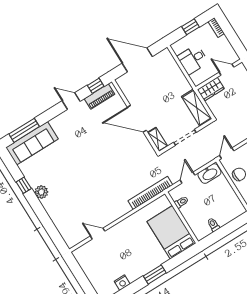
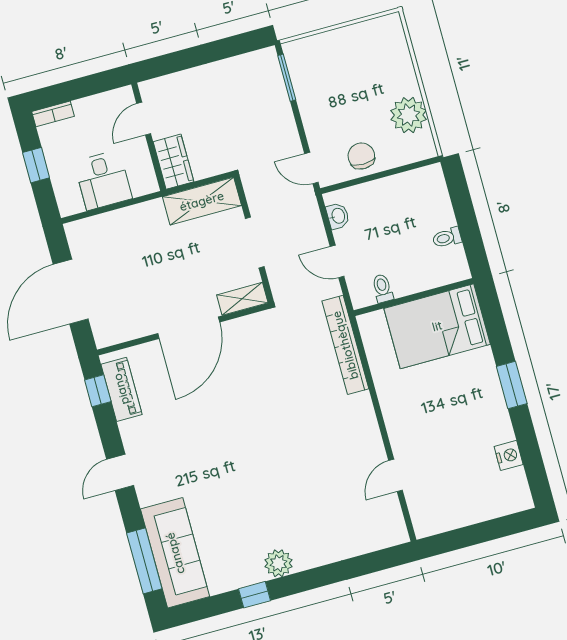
door: (71, 101) -> (120, 472), moved
washbasin: (209, 174) -> (338, 216), width x0.52, depth x0.69

